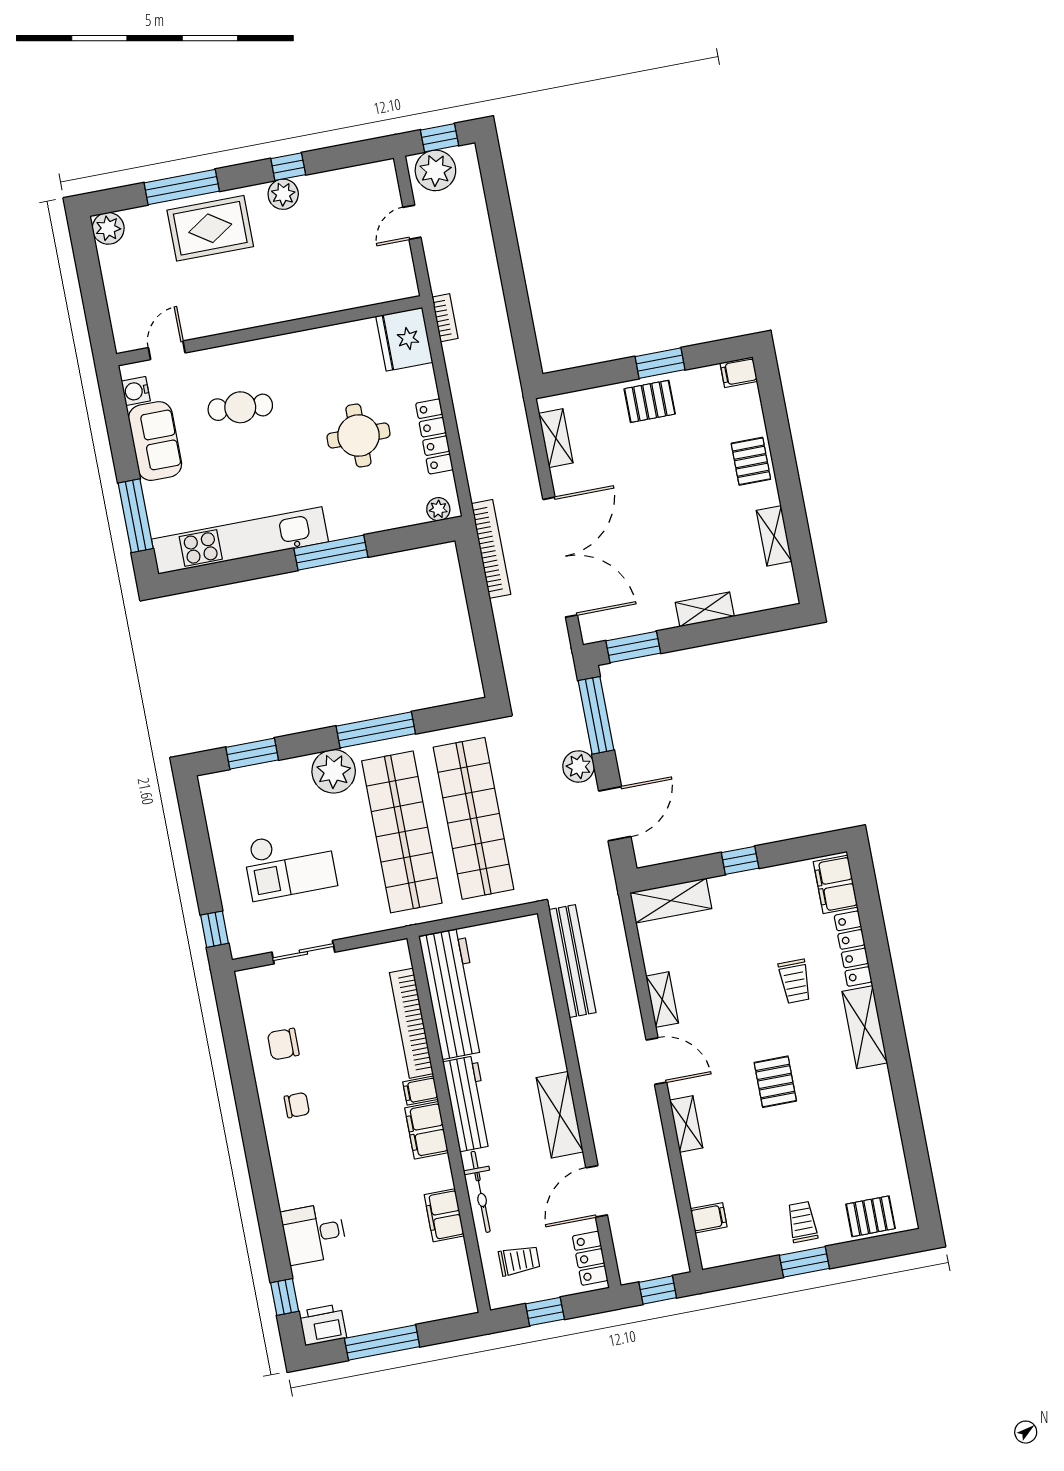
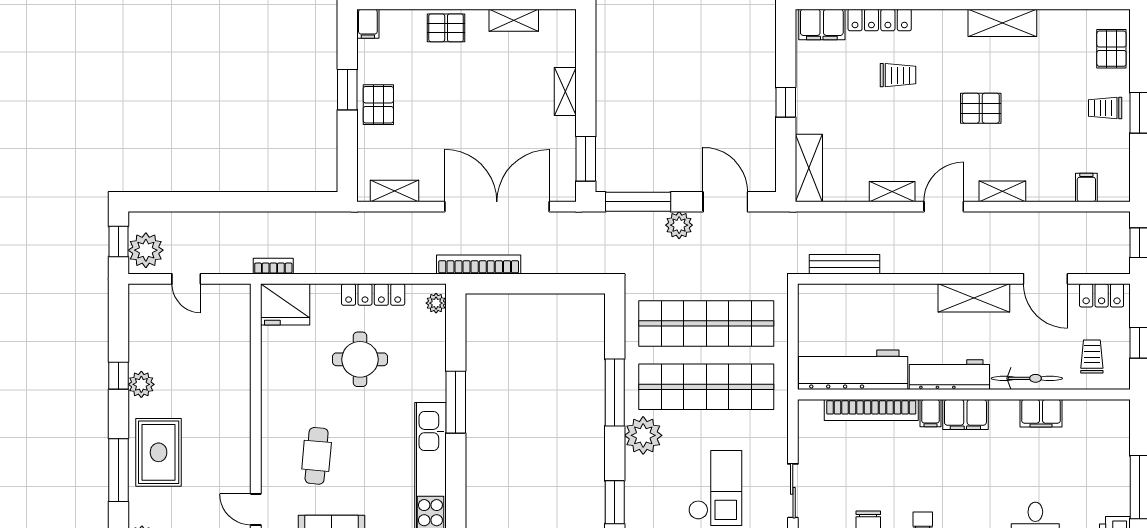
bench: (572, 961) -> (844, 264), width x0.73, depth x0.82
shelving: (865, 1027) -> (1002, 23), moved

